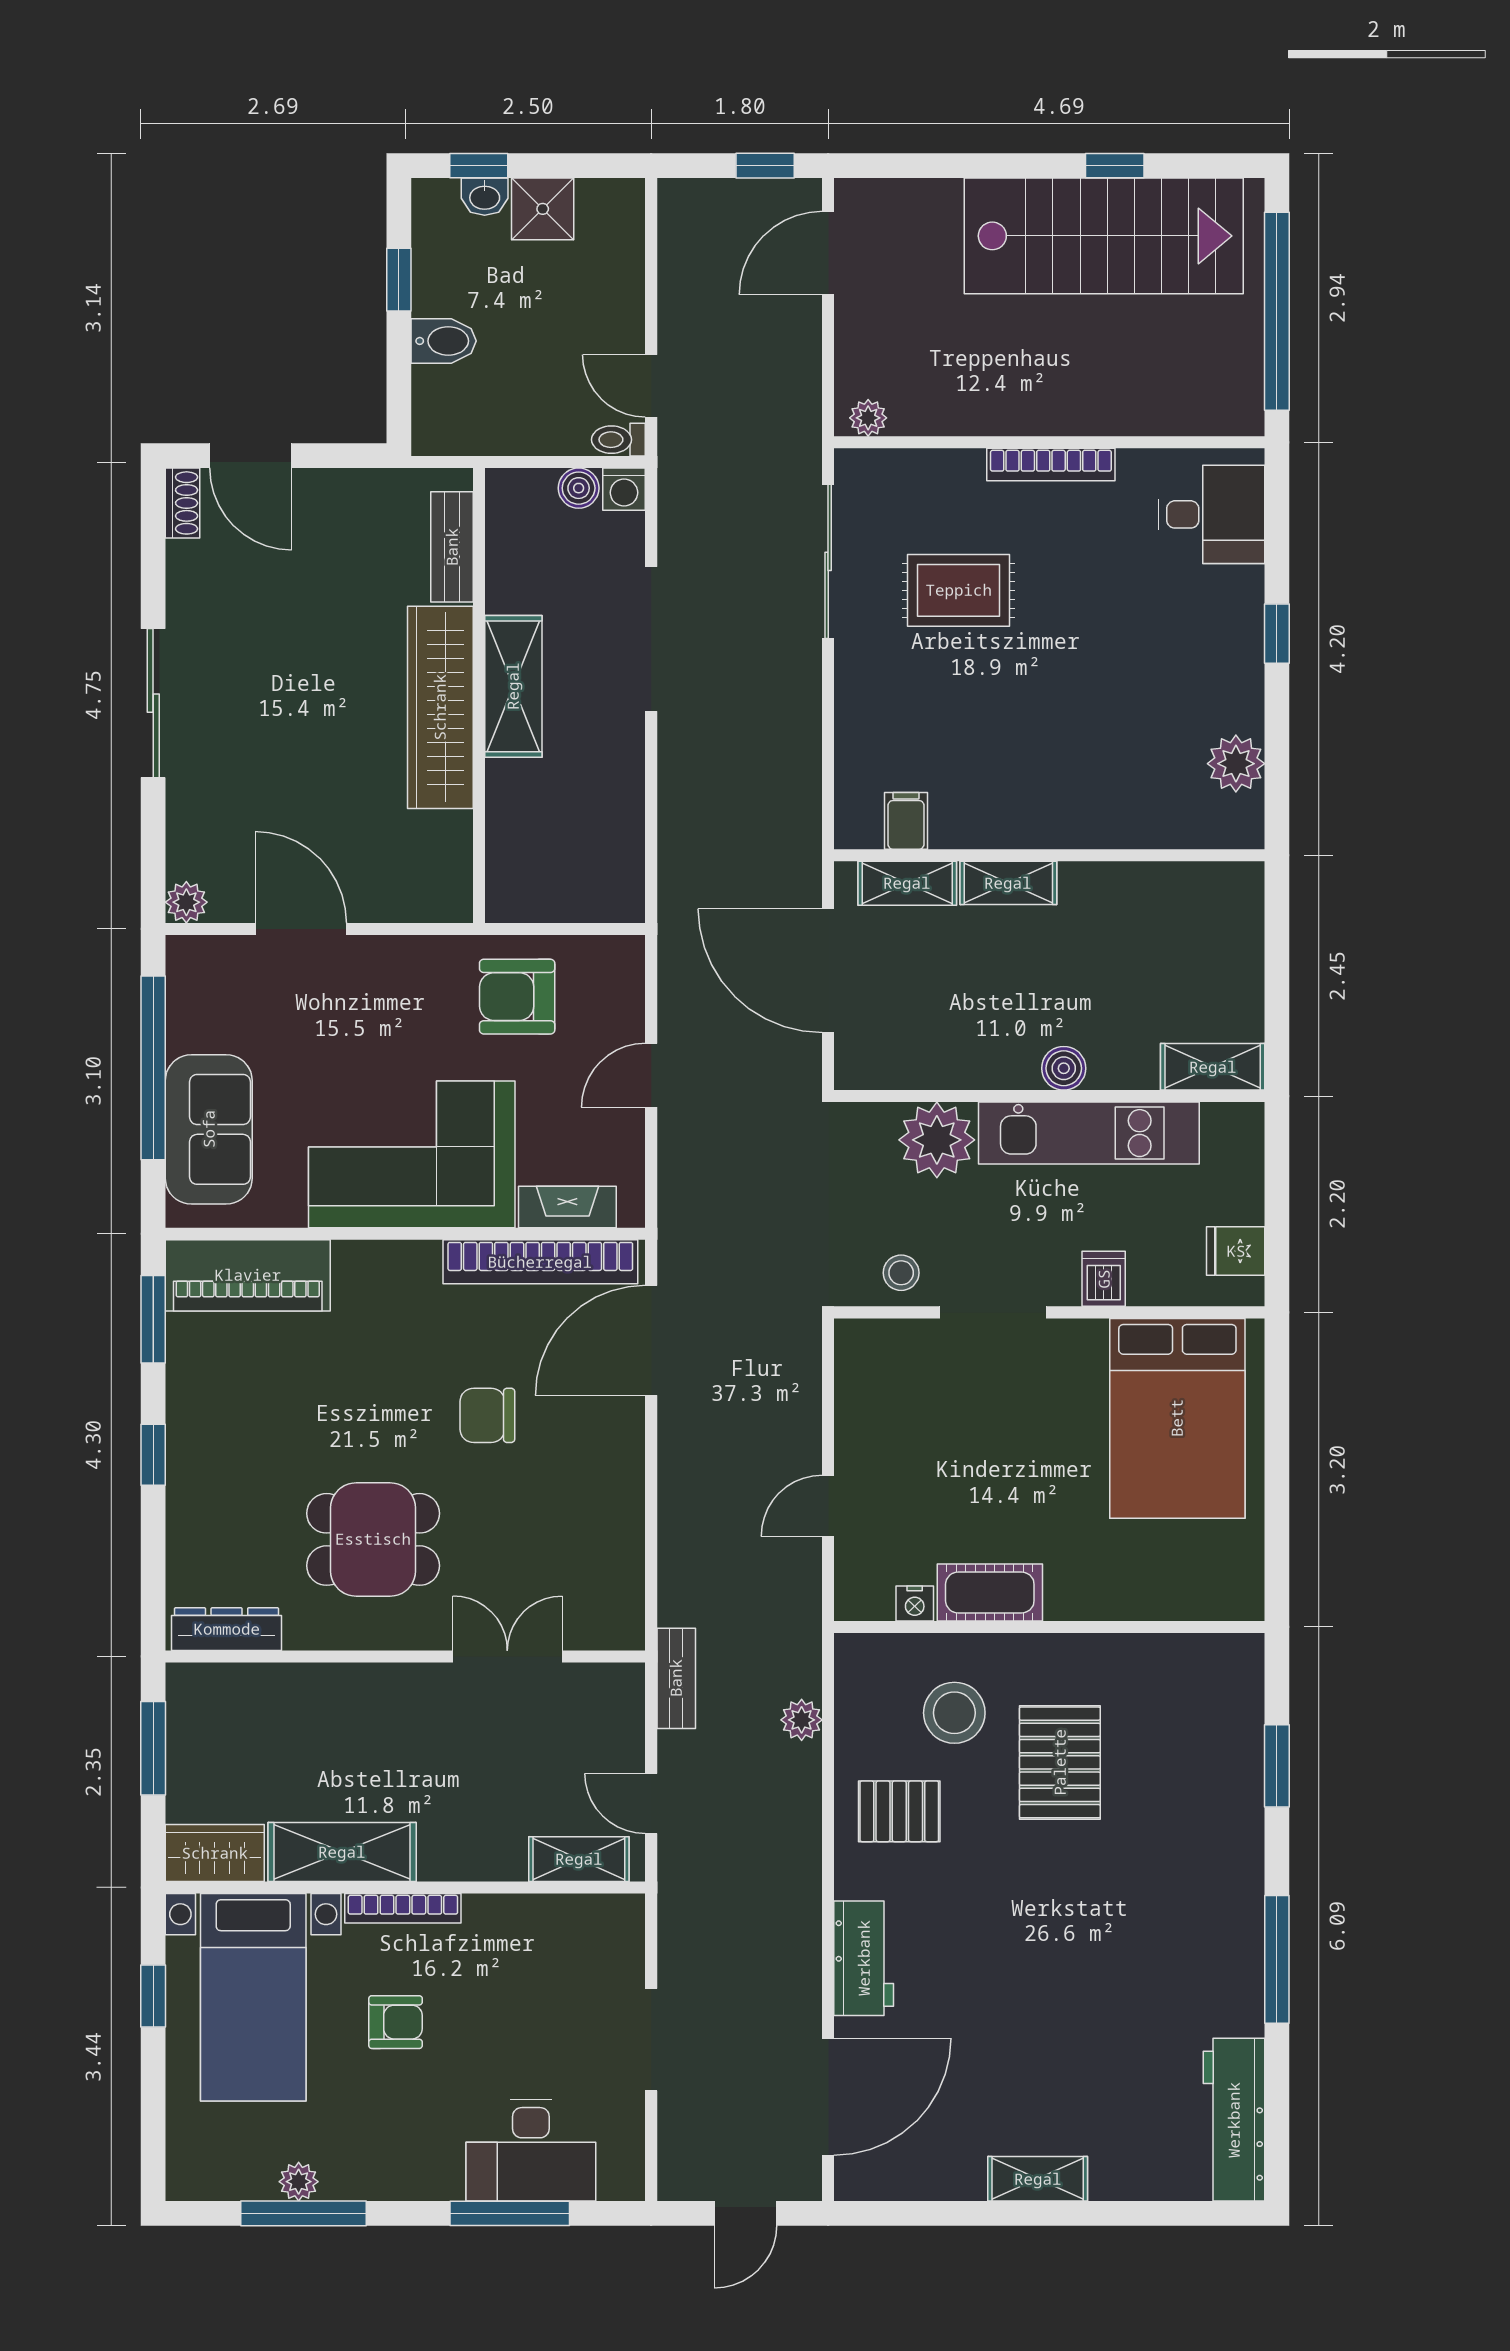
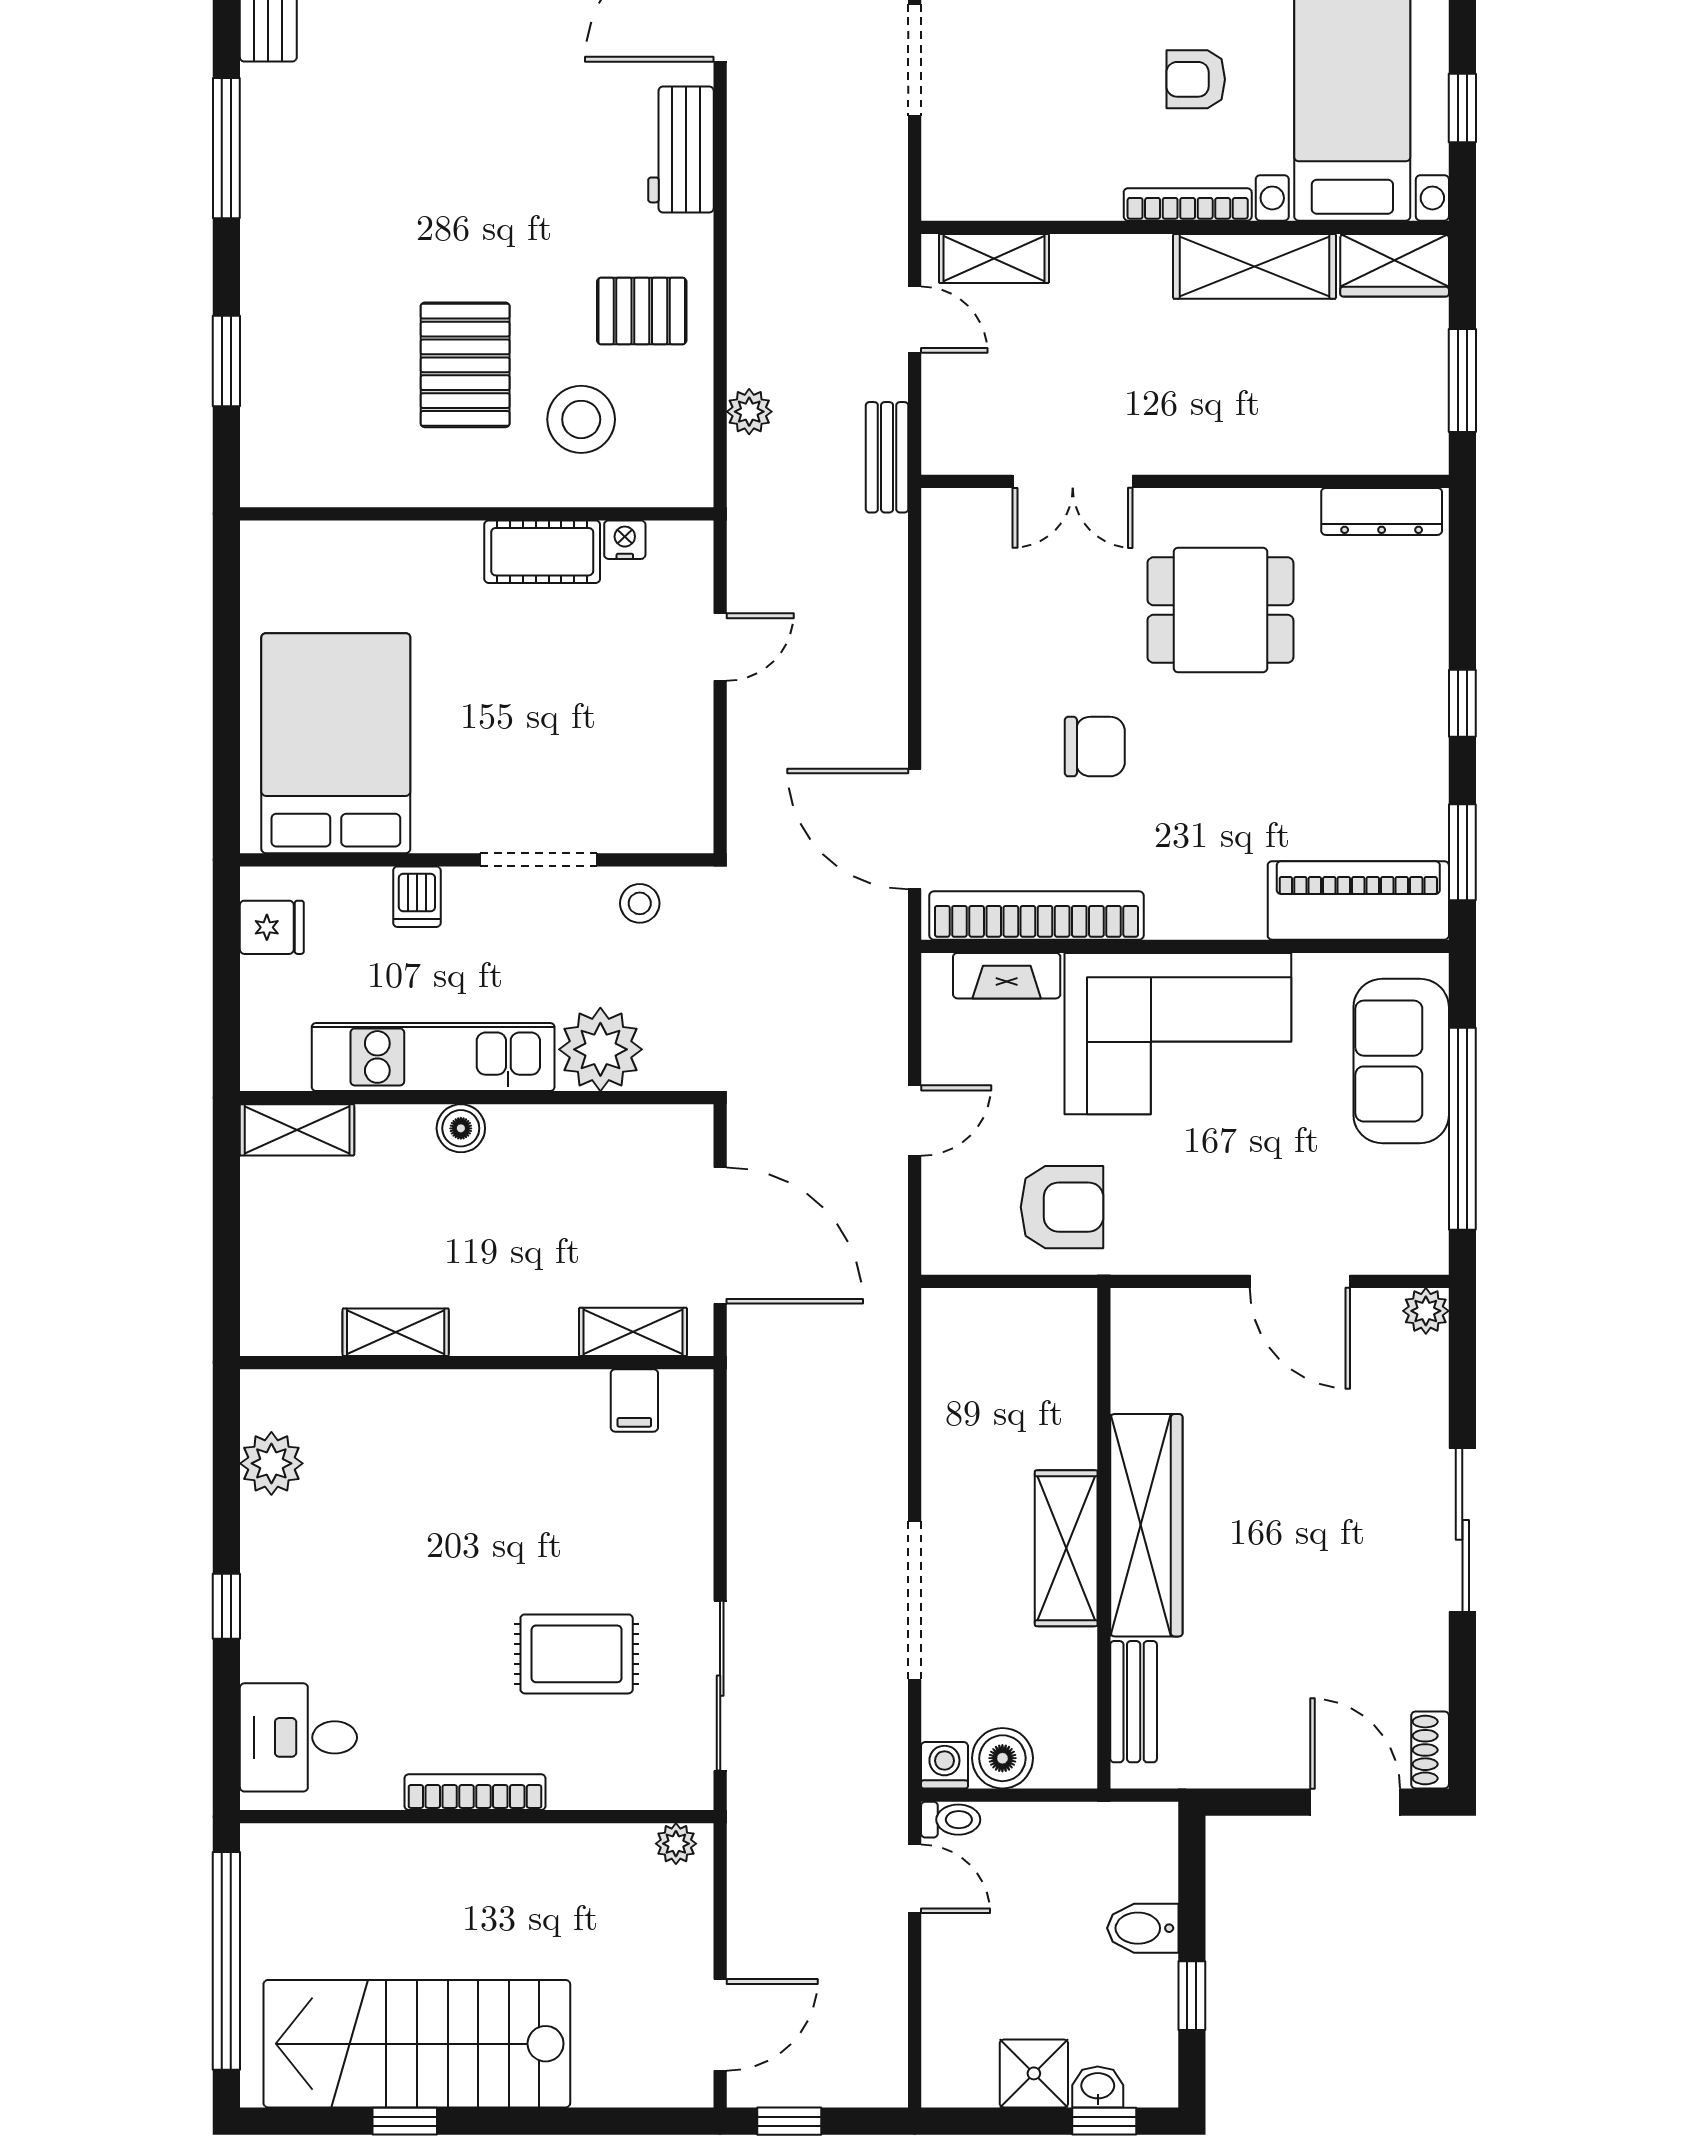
boiler: (579, 488) -> (1002, 1758), width x1.36, depth x1.36
shelving: (1008, 883) -> (396, 1332), moved
door: (651, 1340) -> (915, 829), swing flipped

